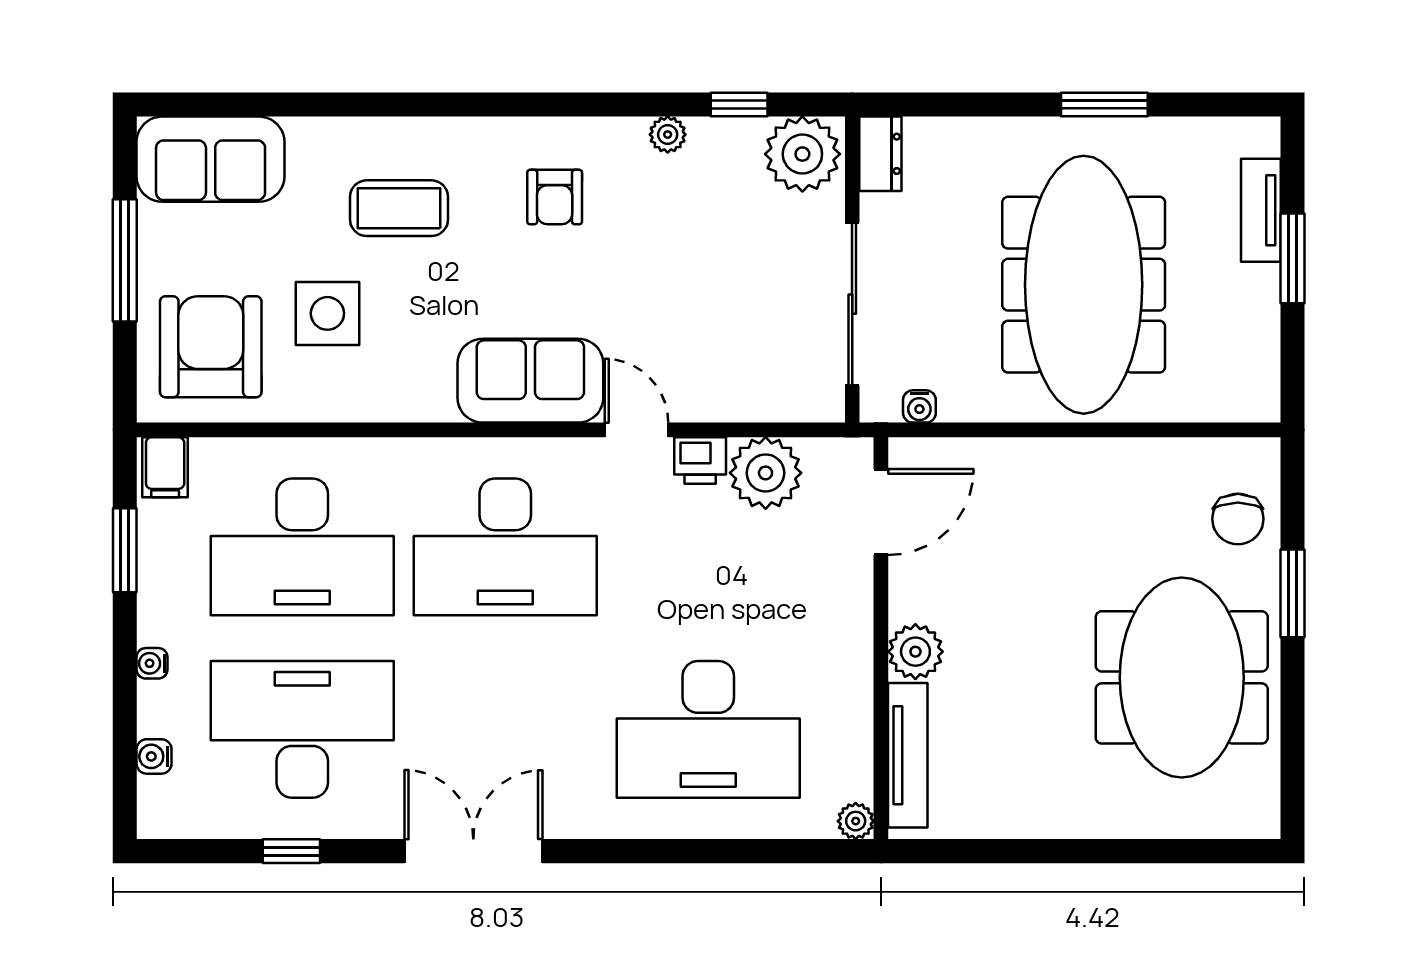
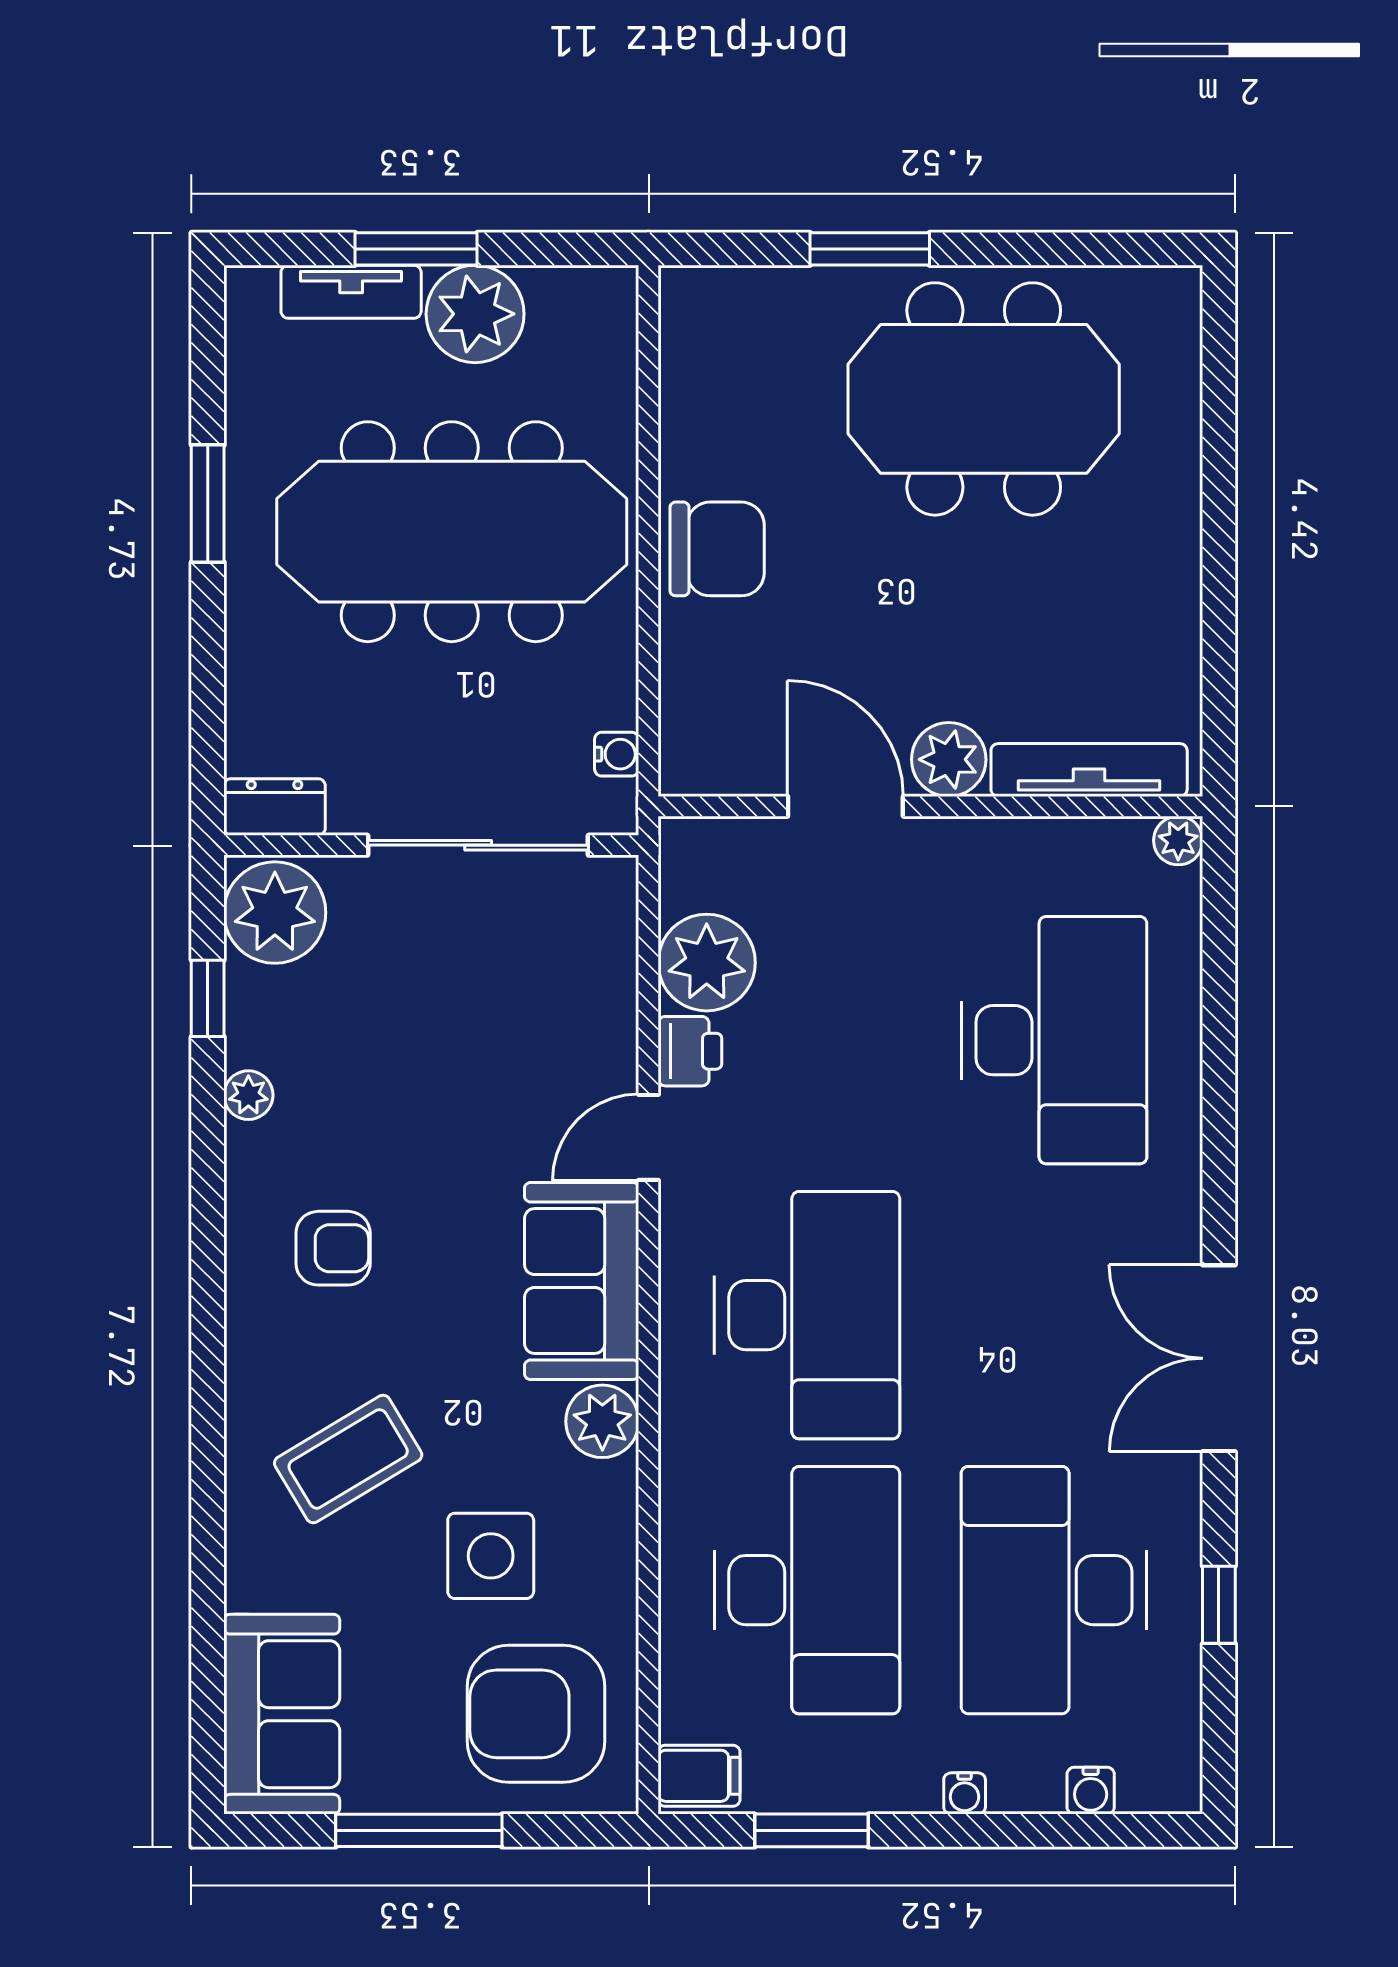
coffee table: (399, 208) -> (348, 1459), turned 59
plant: (1244, 302) -> (475, 314), added
plant: (427, 396) -> (602, 1421), added
door: (881, 512) -> (845, 806), moved
chair: (1238, 519) -> (717, 549), moved, width x1.37, depth x1.37

